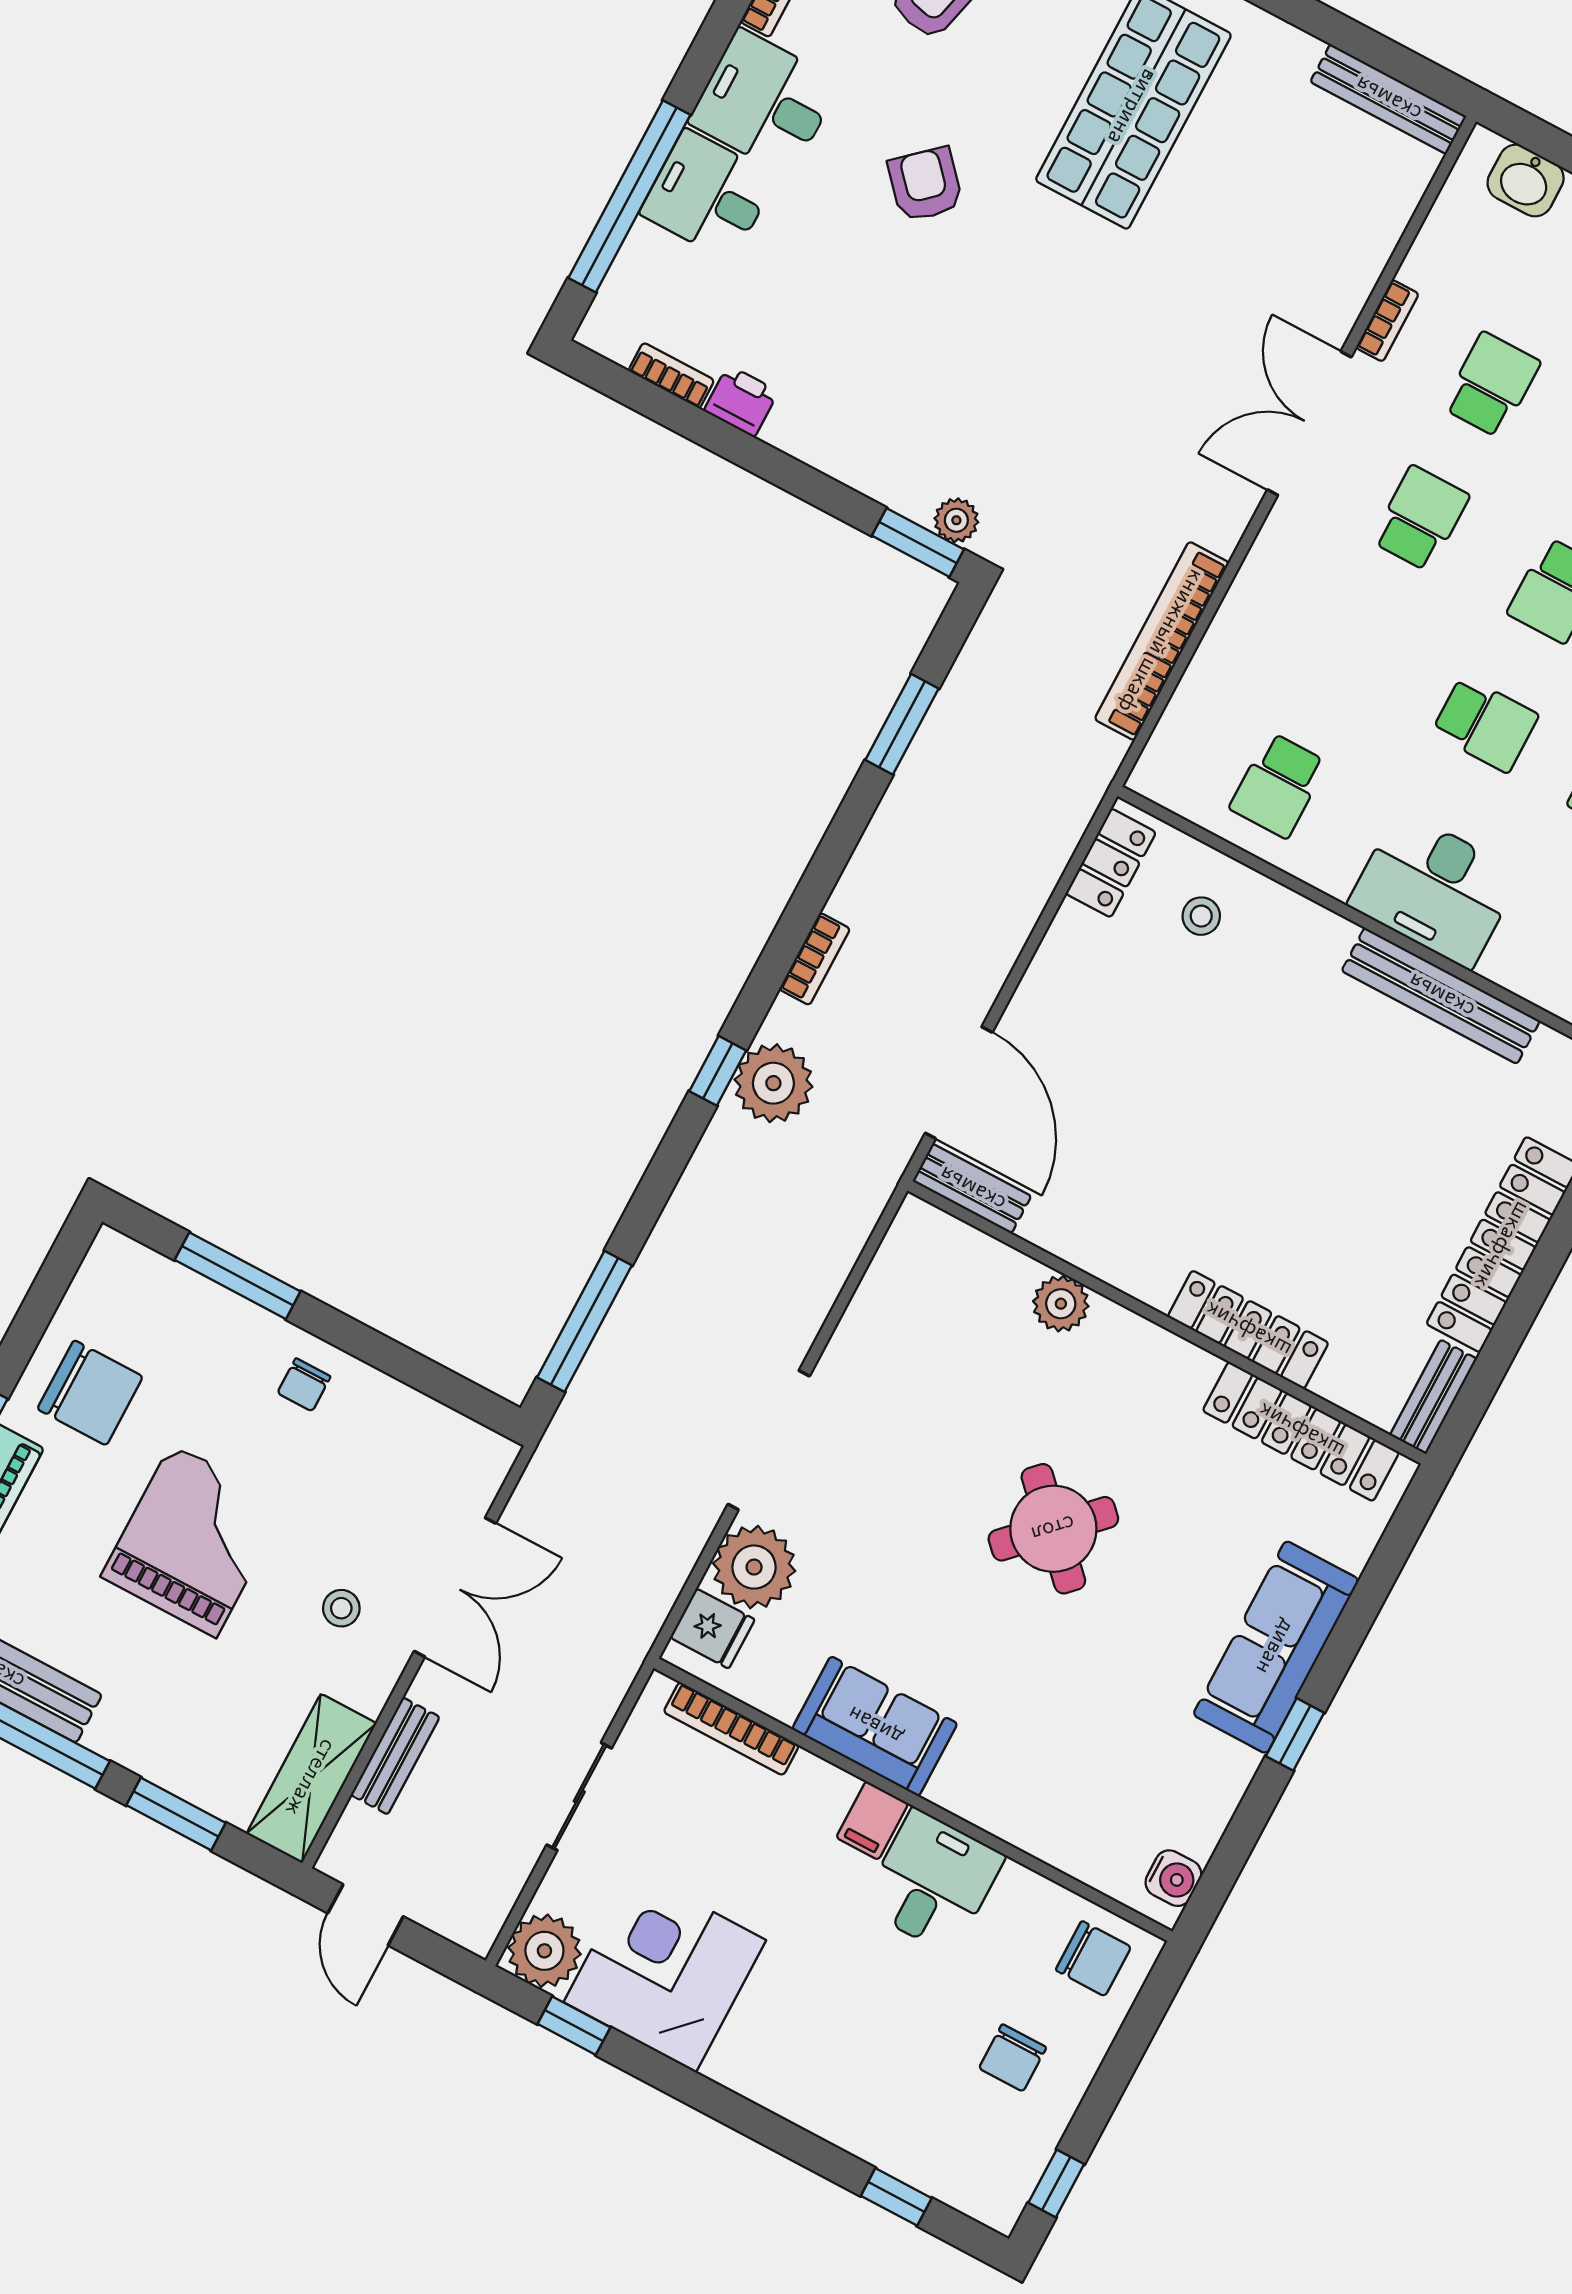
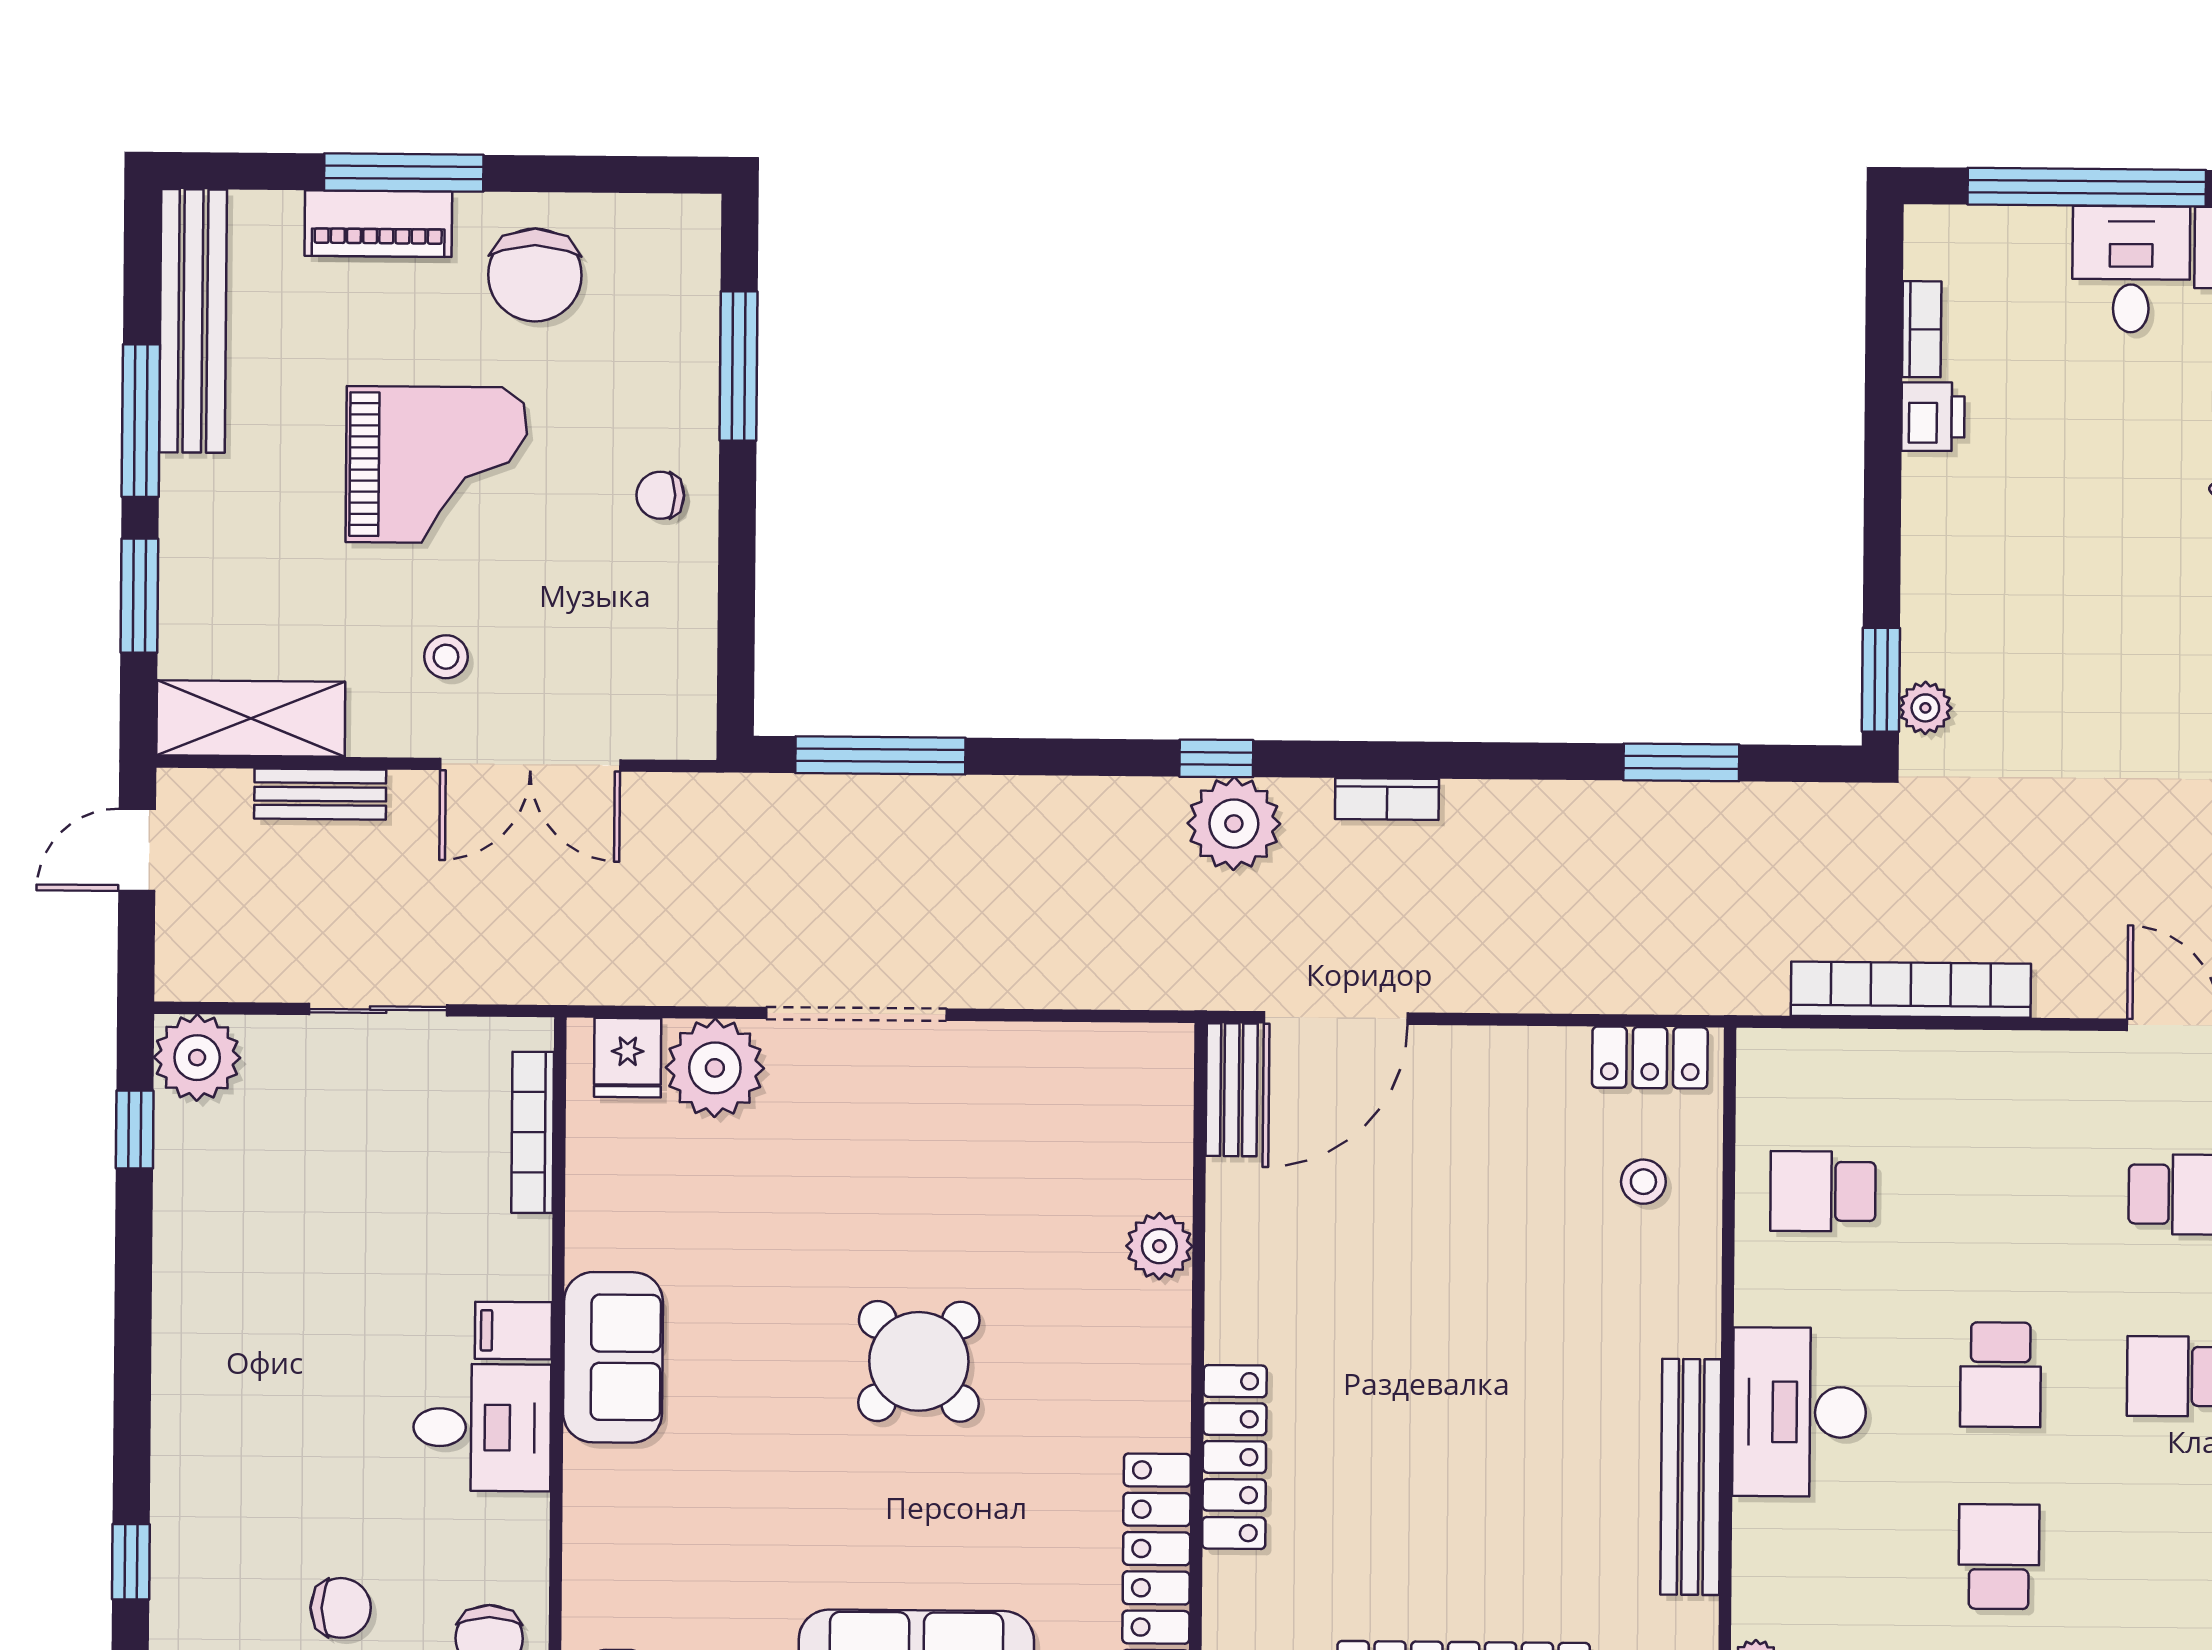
sofa: (875, 1726) -> (613, 1357), moved
corner desk: (665, 1971) -> (241, 1195), removed
chair: (1013, 2058) -> (341, 1608), turned 180

